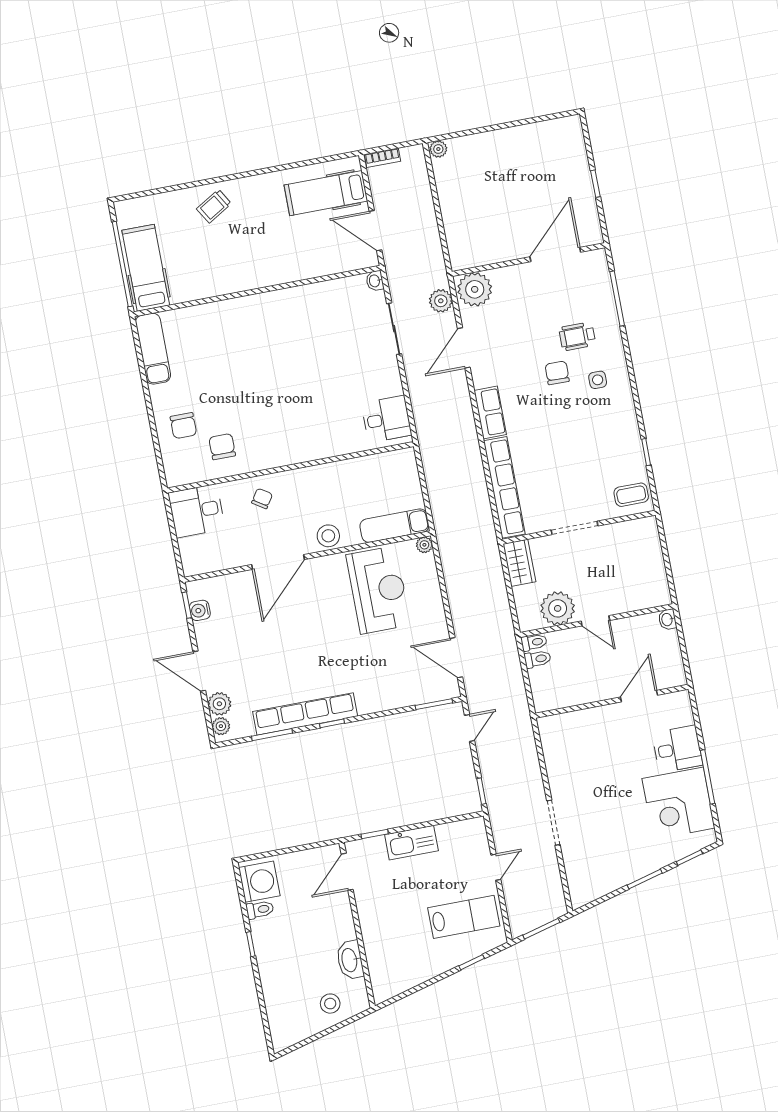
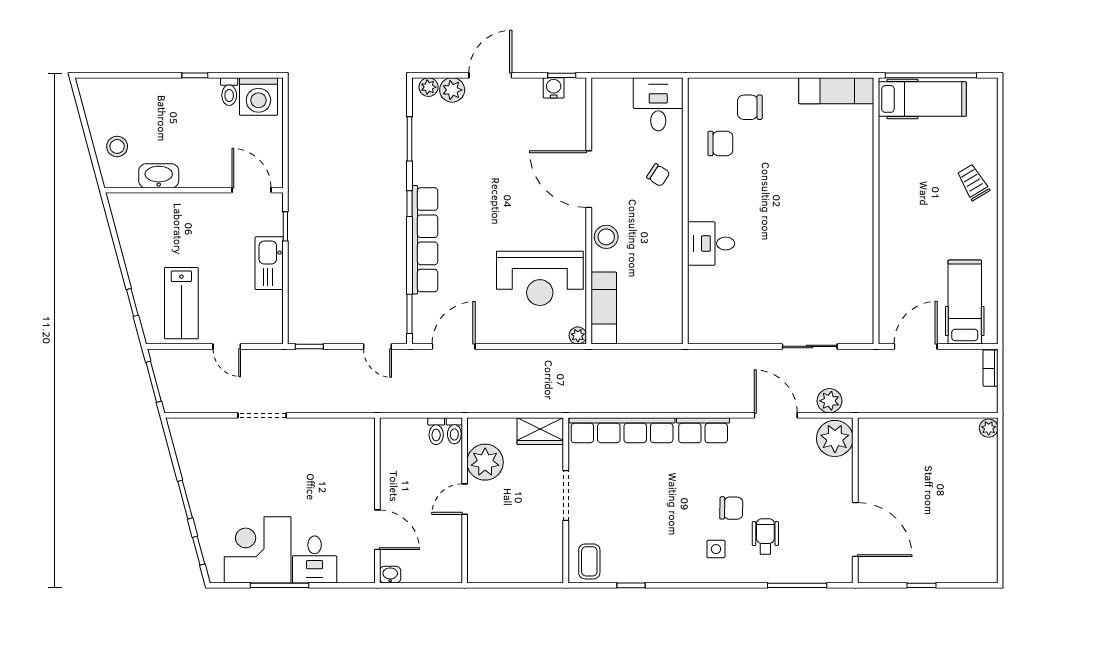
washbasin: (375, 281) -> (863, 336), removed
desk: (386, 419) -> (711, 244), moved, turned 90
washbasin: (667, 619) -> (390, 575), moved
row of seats: (305, 714) -> (425, 240), moved

